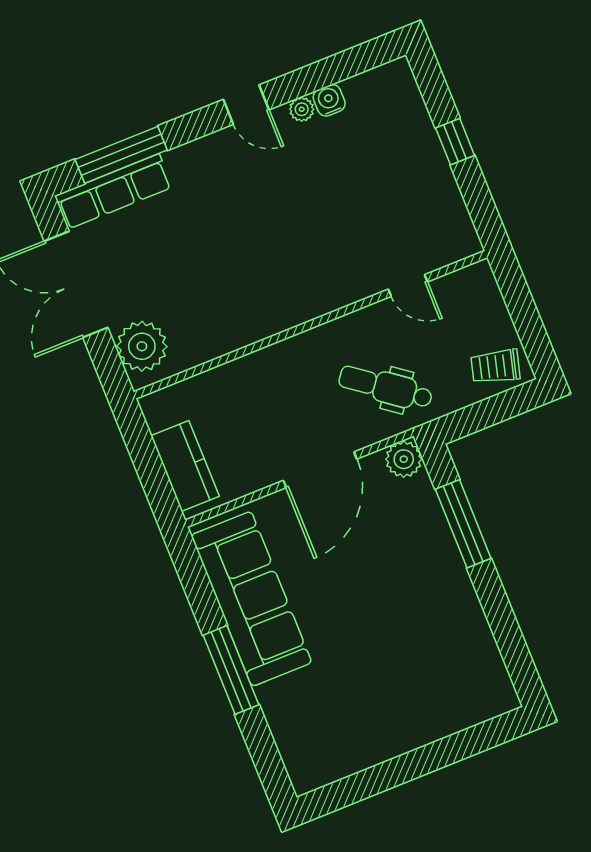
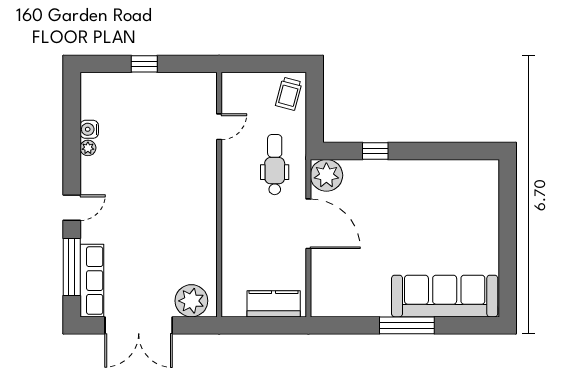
door: (246, 105) -> (72, 208), moved
dental chair: (386, 387) -> (275, 165), turned 143
plant: (404, 459) -> (326, 175), width x1.36, depth x1.36
window: (463, 524) -> (375, 151), width x0.46
sofa: (251, 599) -> (445, 296), moved

